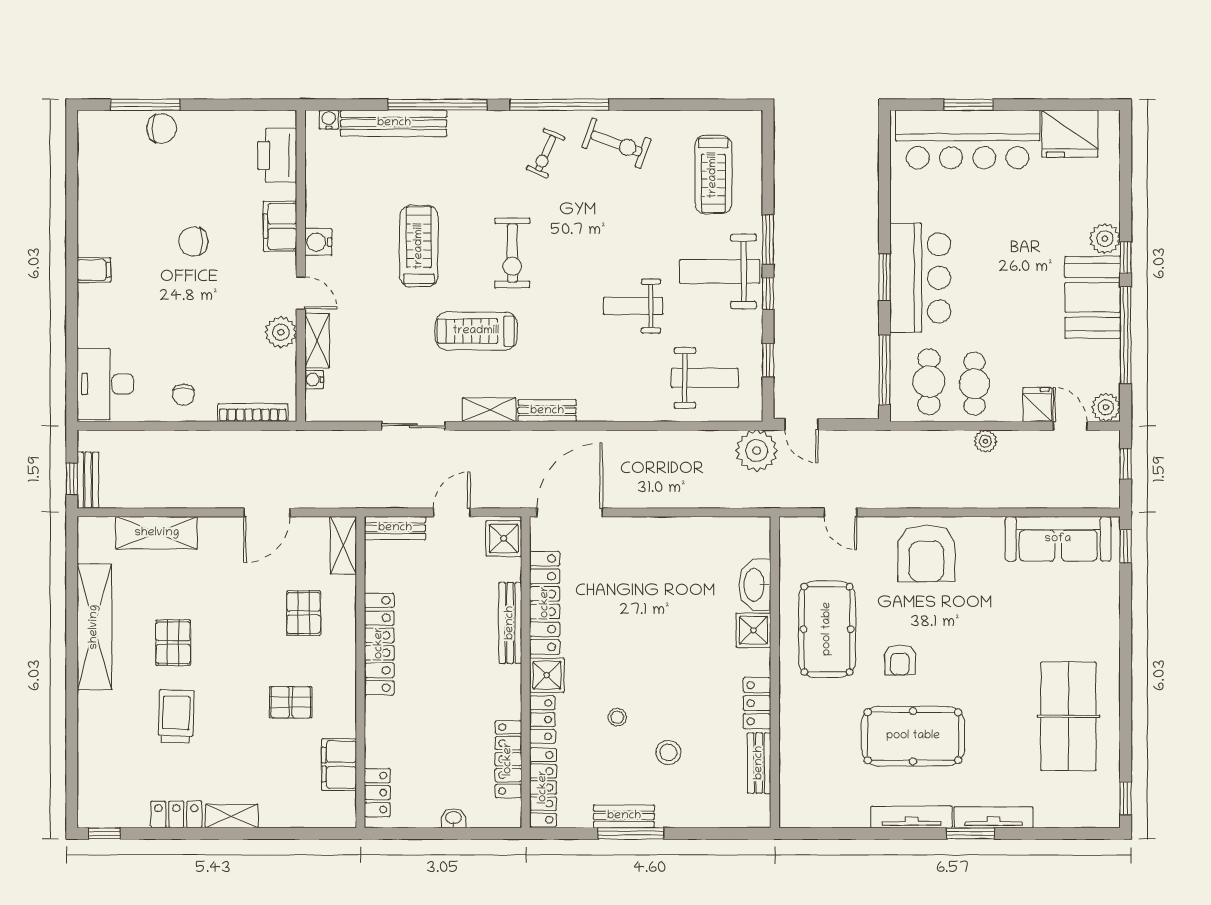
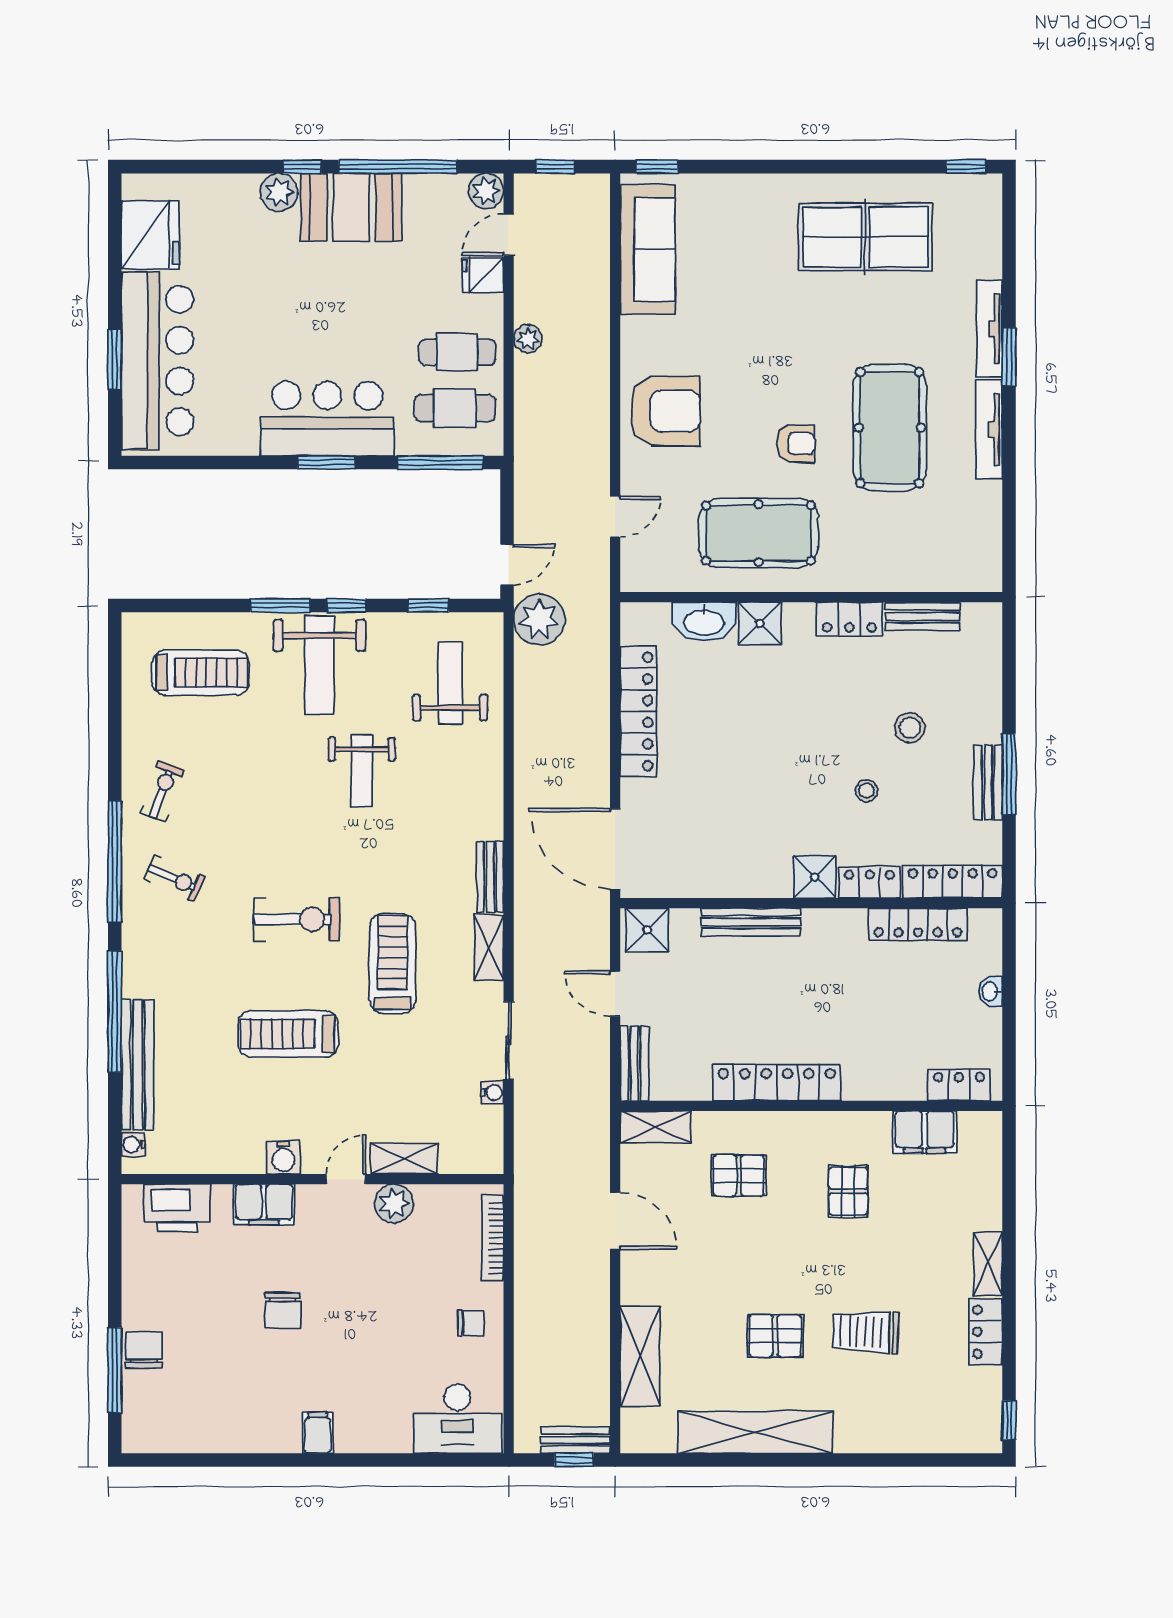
exercise bike: (616, 143) -> (162, 792), width x0.73, depth x0.72
treadmill: (476, 331) -> (393, 963), turned 180
water cooler: (314, 380) -> (492, 1092), moved, turned -90
locker: (545, 603) -> (638, 711), moved, turned 90

